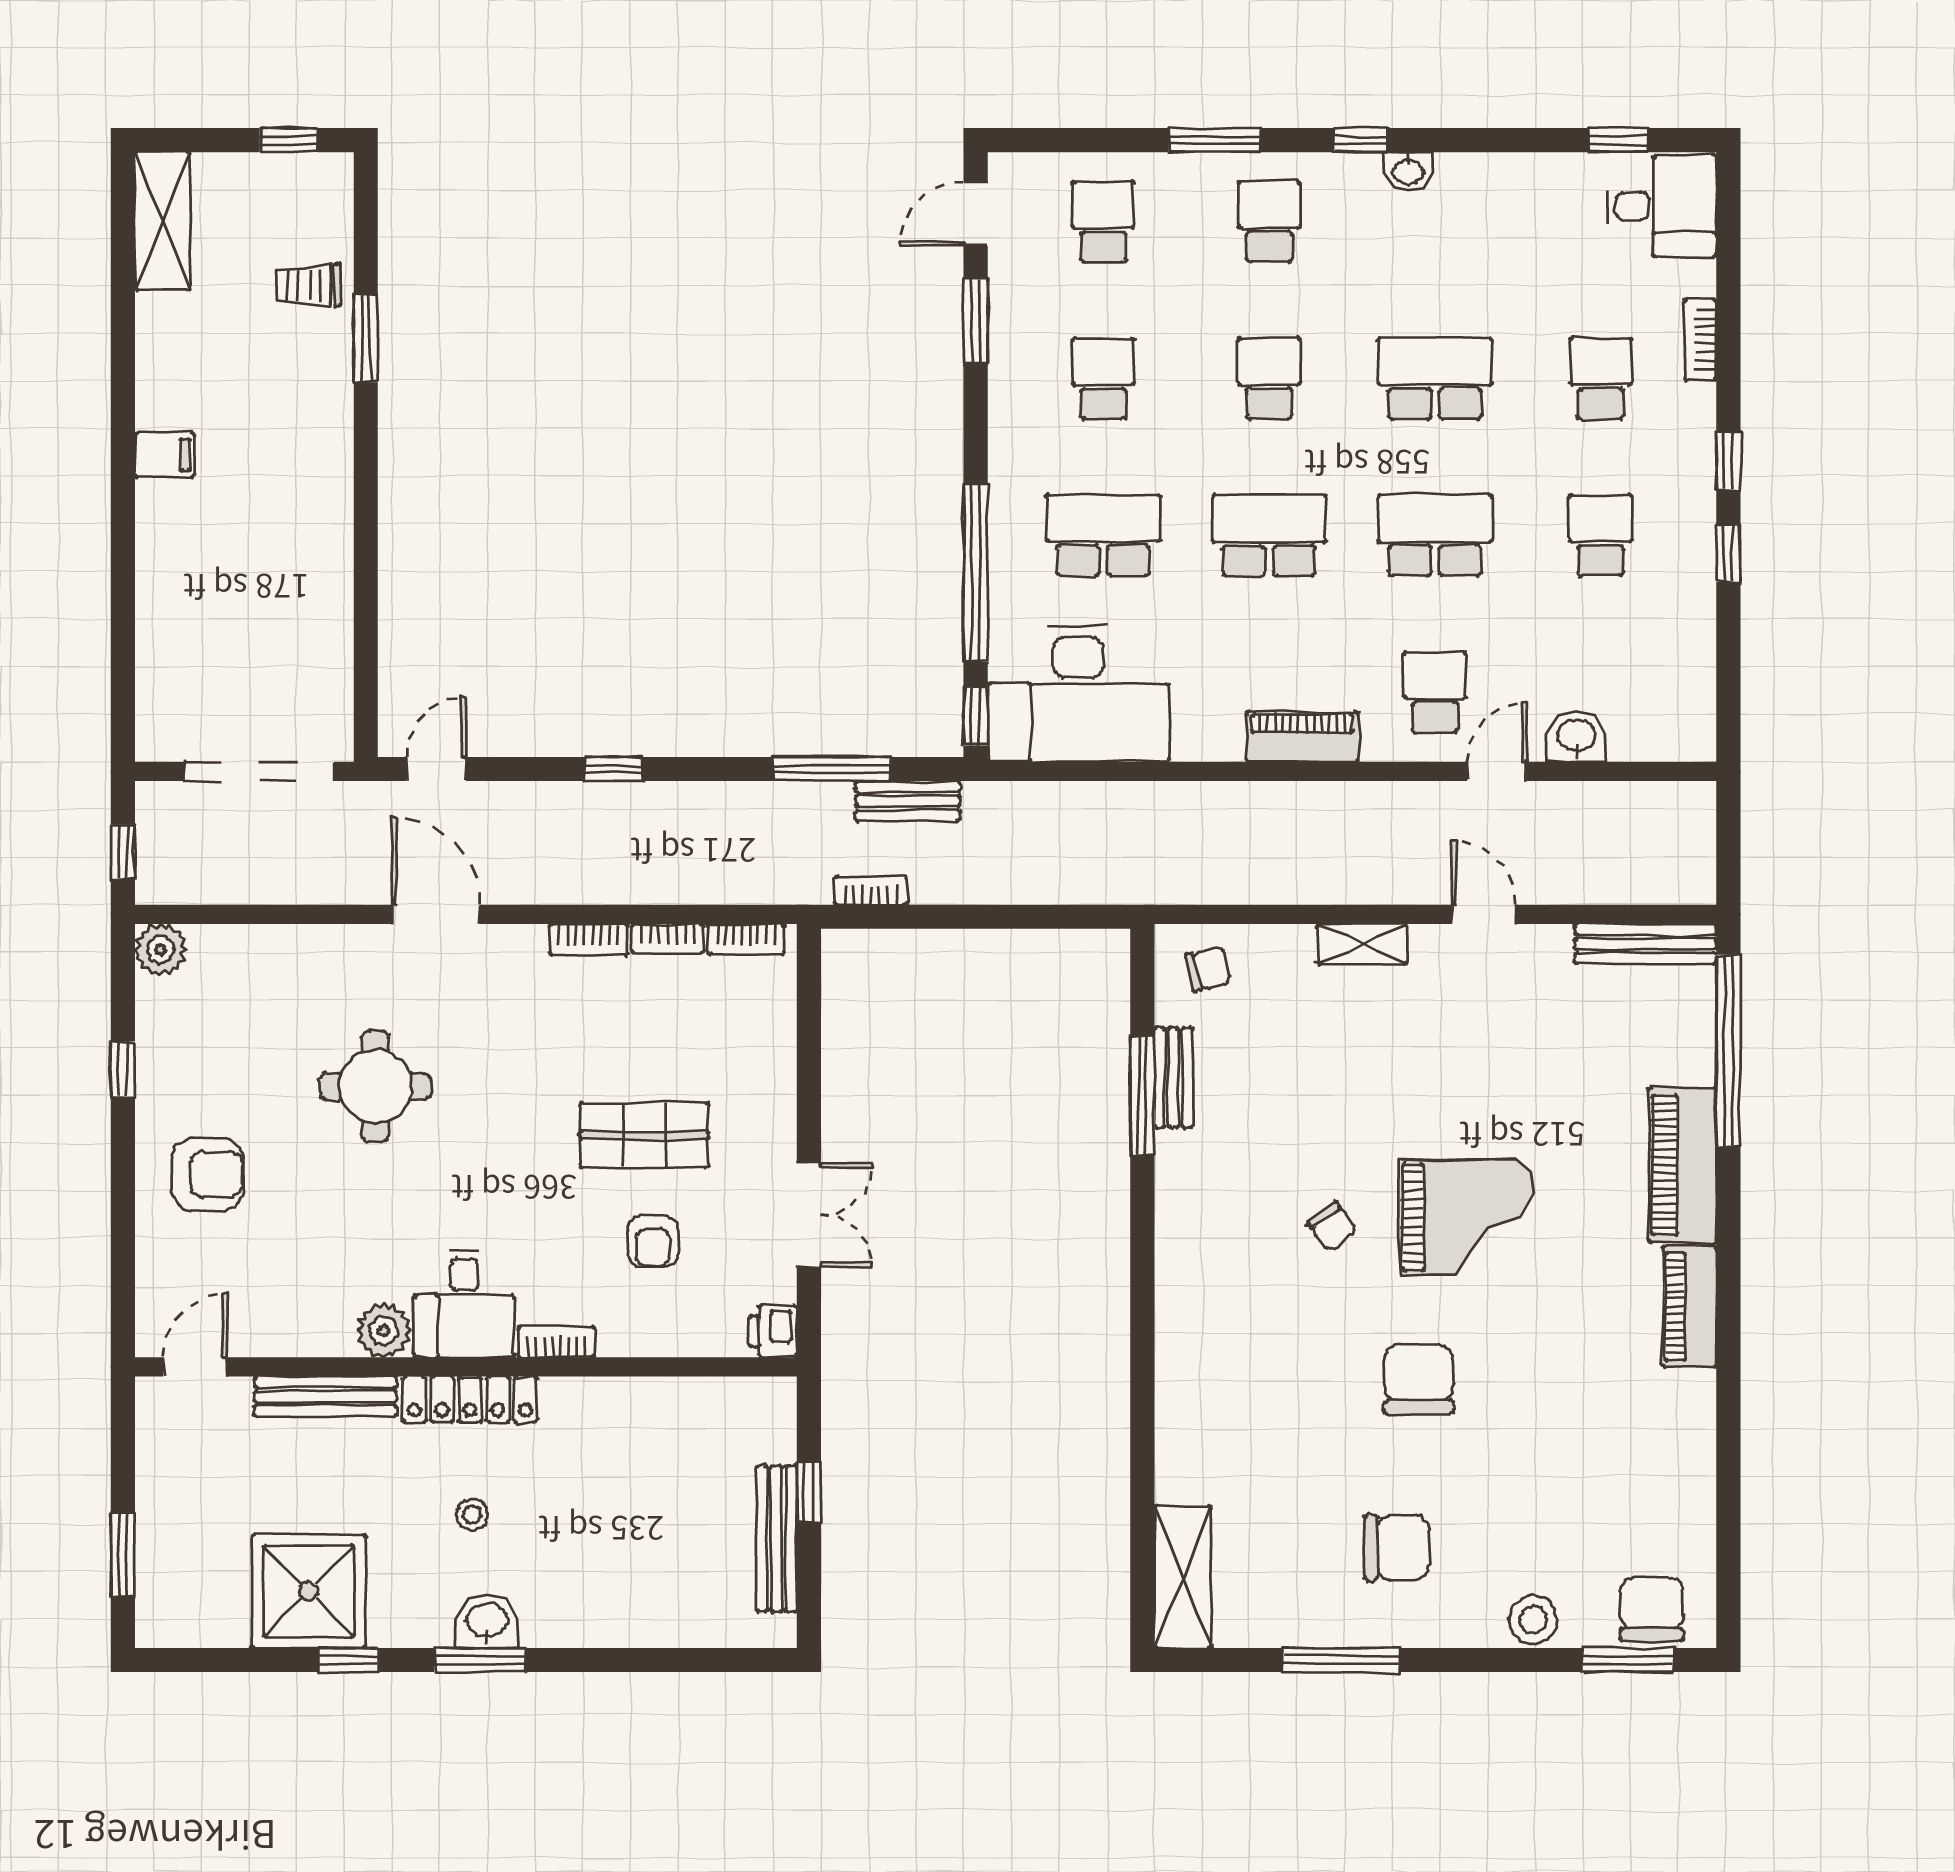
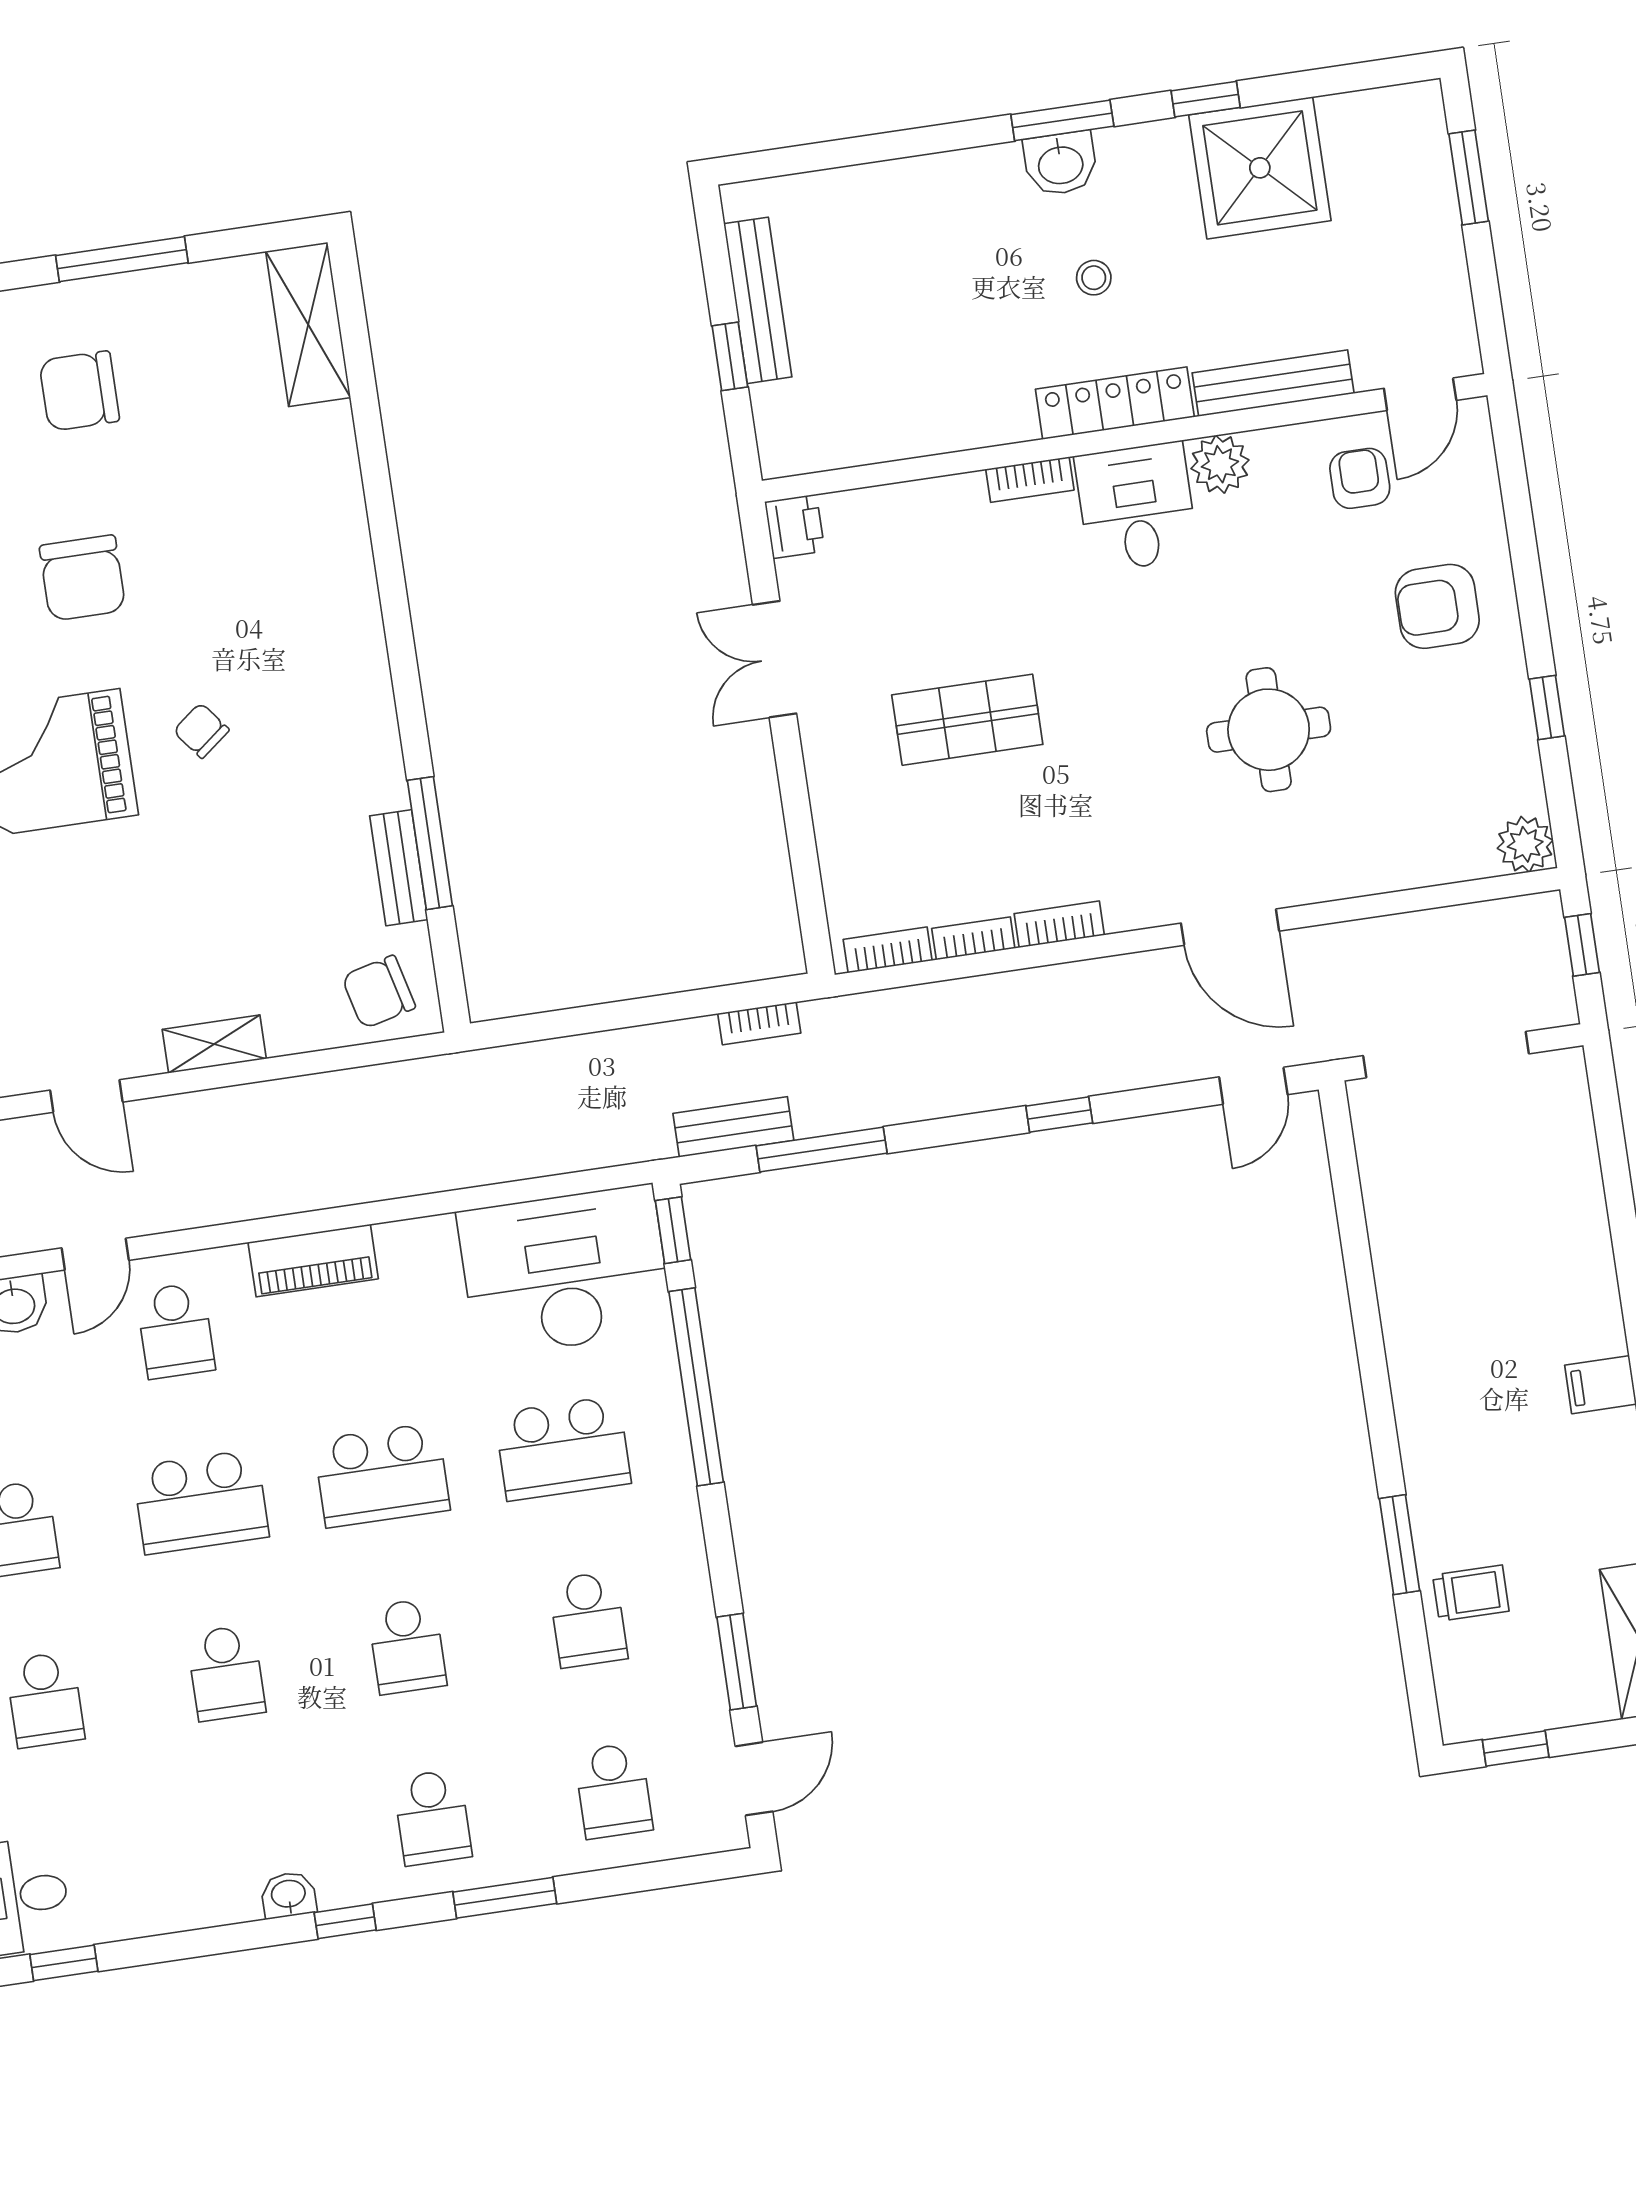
school desk: (1435, 379) -> (226, 1673), width x0.54
chair: (1208, 969) -> (379, 992), width x1.37, depth x1.37
armchair: (653, 1241) -> (1360, 478), moved

